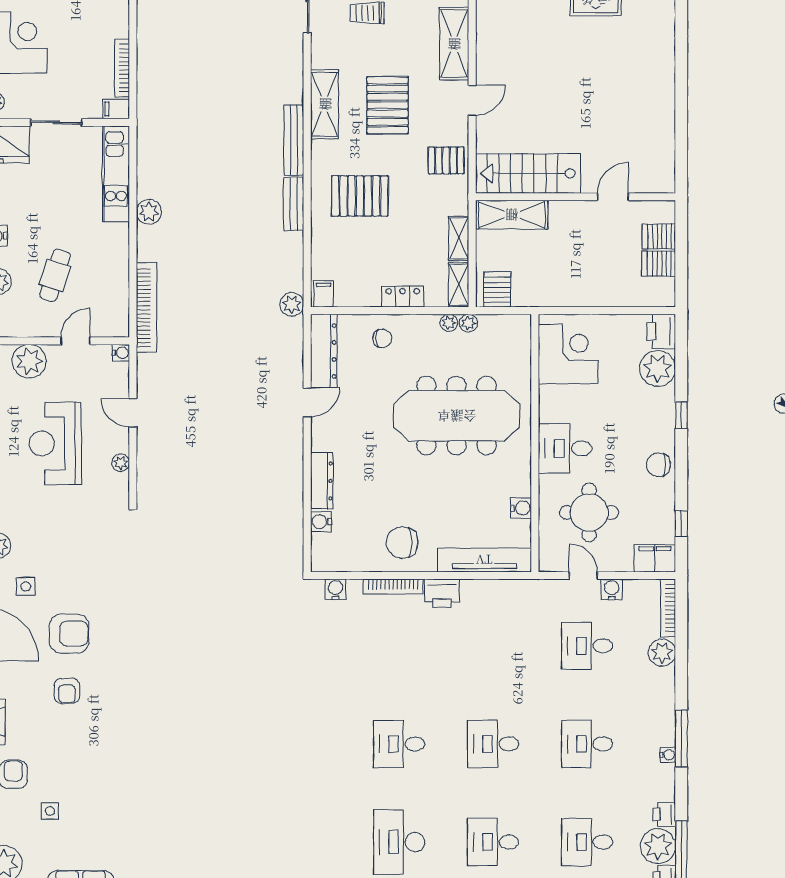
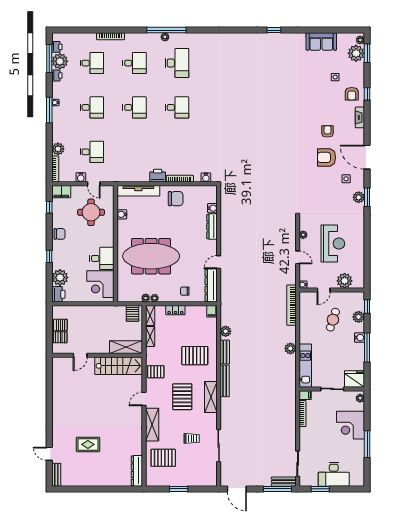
plant: (292, 304) -> (226, 331), moved
desk: (565, 448) -> (102, 258), moved

